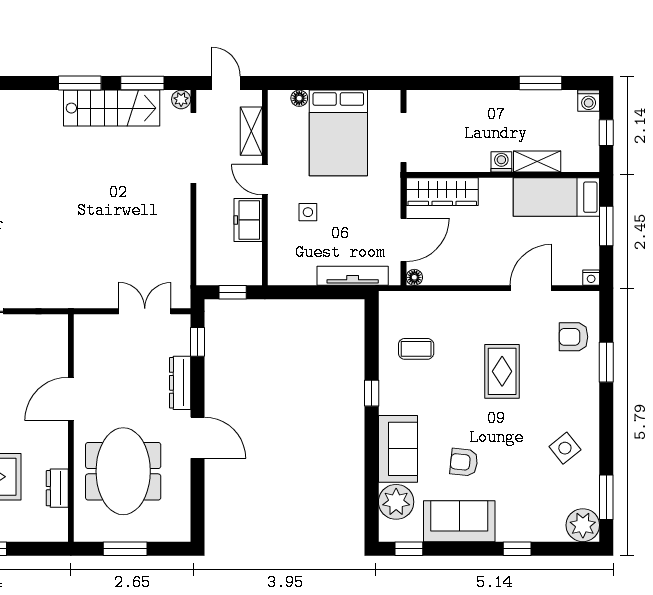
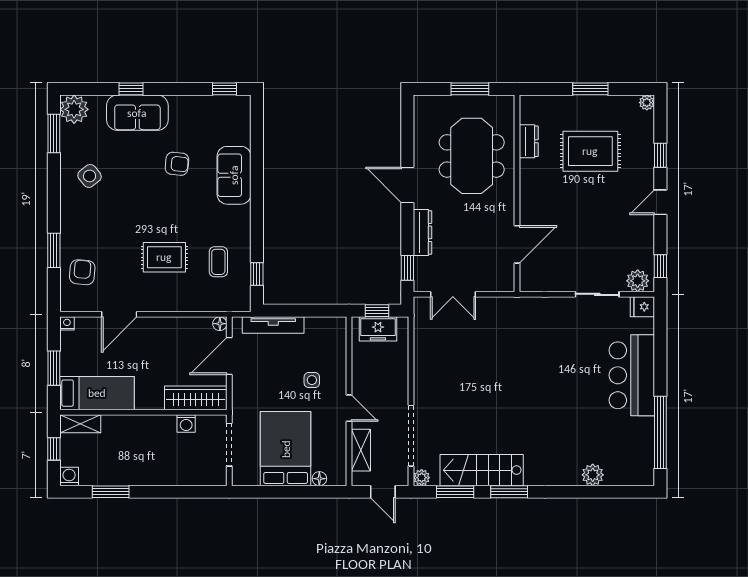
washing machine: (501, 162) -> (186, 424), moved
shelving: (537, 162) -> (80, 424), moved
freezer: (248, 220) -> (378, 329), moved, turned 90
armchair: (573, 337) -> (82, 272), turned -85
coffee table: (416, 349) -> (218, 262), turned 90
rug: (502, 371) -> (164, 257), moved, turned 90
window: (372, 393) -> (257, 274), moved
door: (71, 399) -> (517, 244), moved
plant: (396, 502) -> (236, 129), removed
sofa: (459, 521) -> (137, 113), moved

